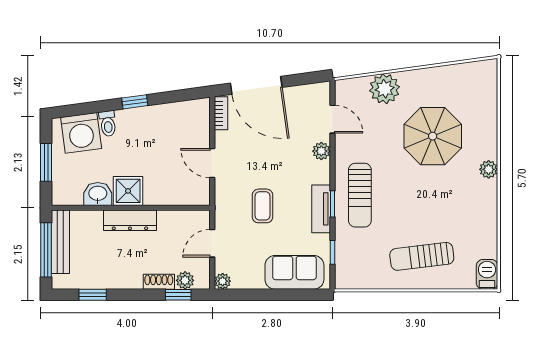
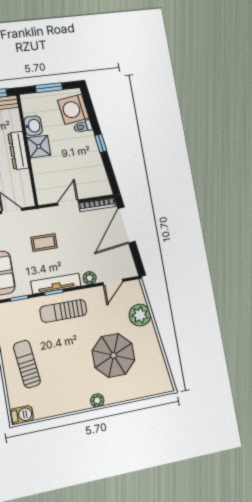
bookcase: (221, 113) -> (97, 205), width x1.56
tv unit: (321, 209) -> (56, 284), width x1.41

